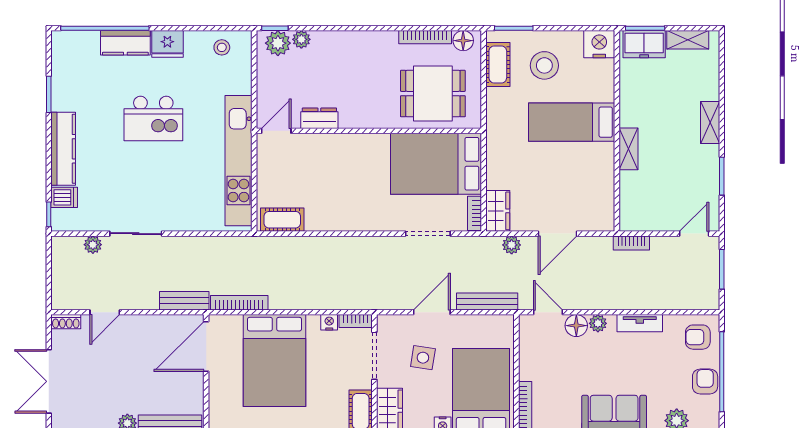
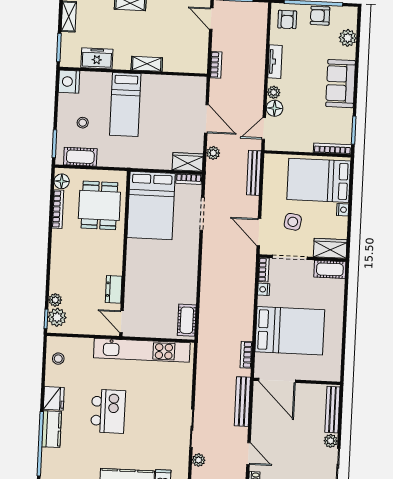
freezer: (644, 44) -> (97, 58), moved, turned -90
stool: (544, 65) -> (83, 123), width x0.53, depth x0.53
bench: (184, 301) -> (242, 402), width x1.36
bookcase: (239, 303) -> (246, 355), width x0.64
door: (432, 312) -> (259, 232), moved

